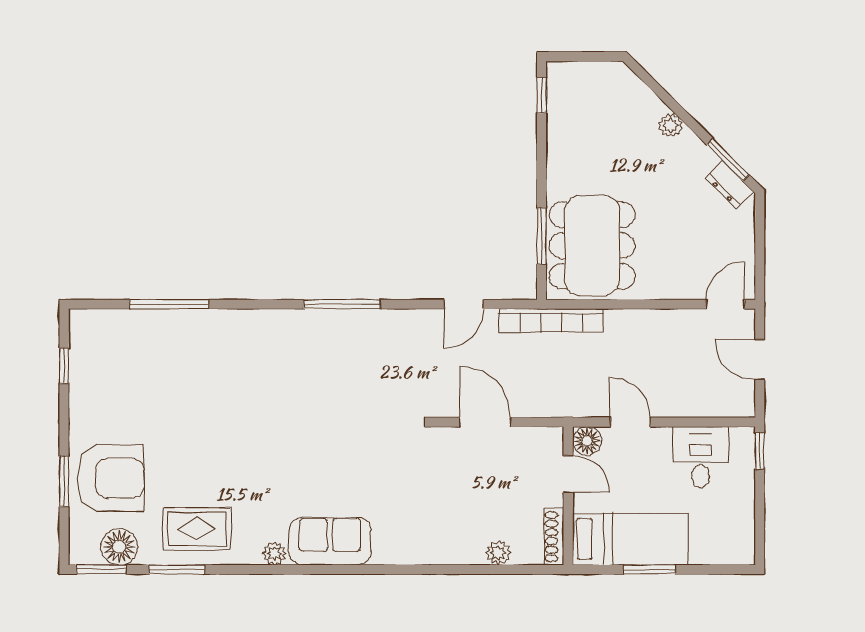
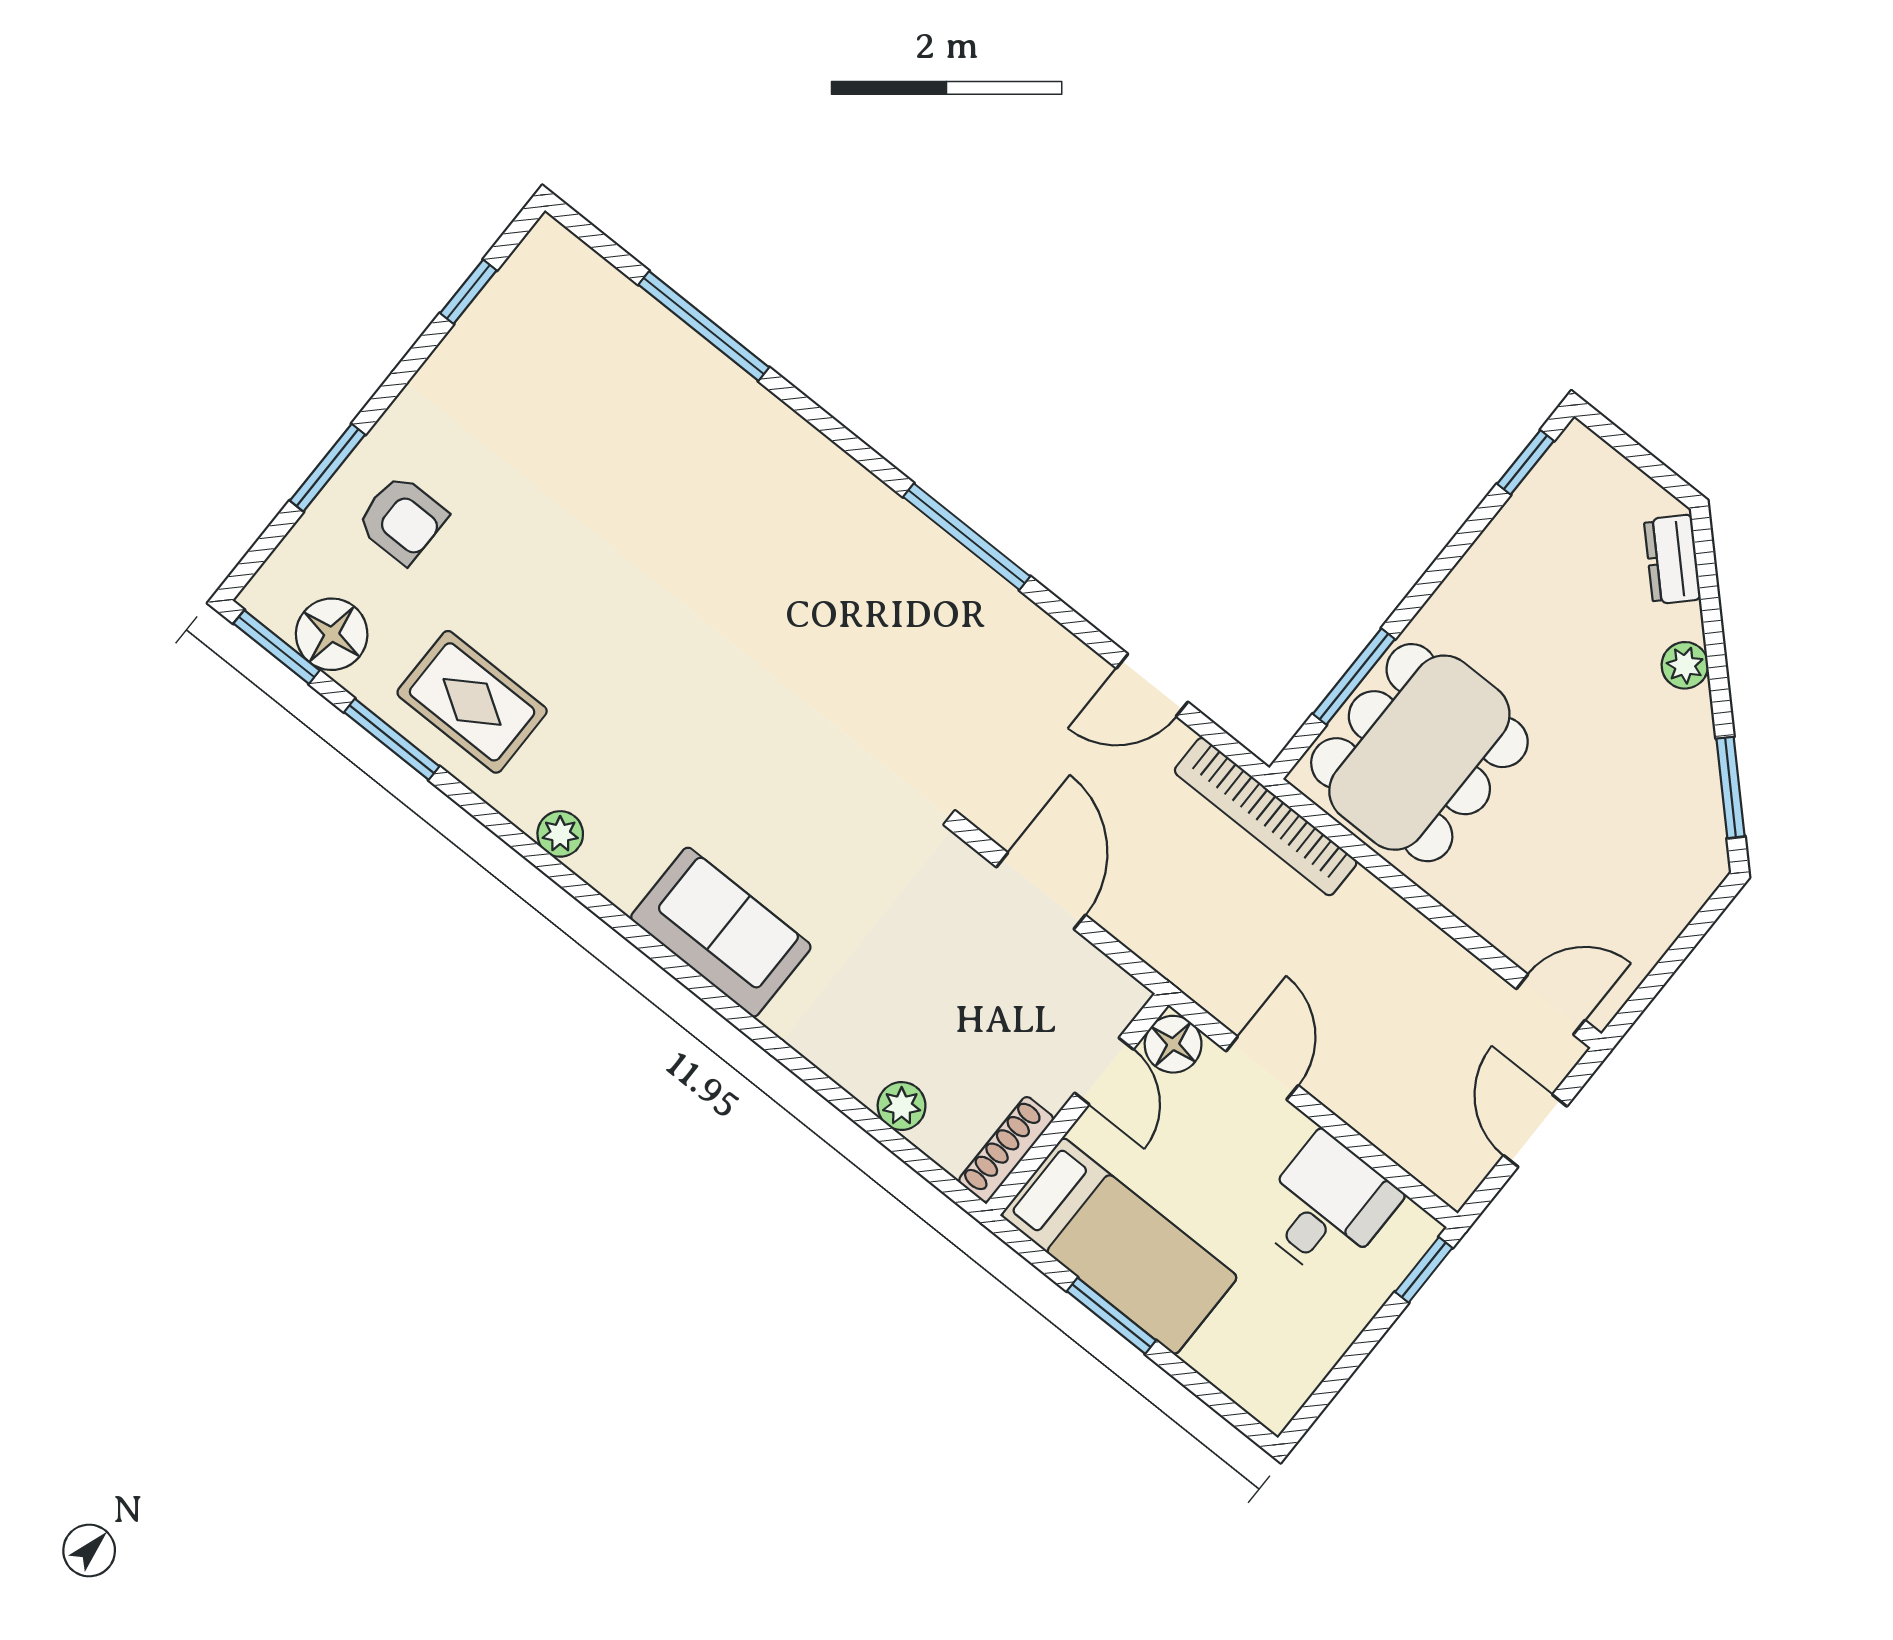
dresser: (729, 185) -> (1672, 559), moved
armchair: (110, 478) -> (402, 519), width x0.53, depth x0.53
sofa: (330, 541) -> (721, 932), moved

